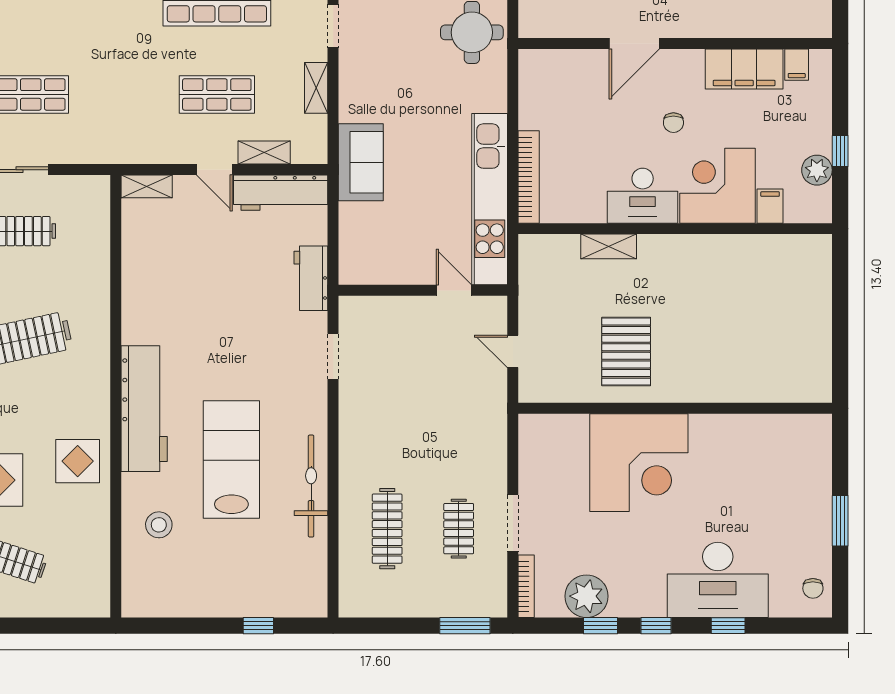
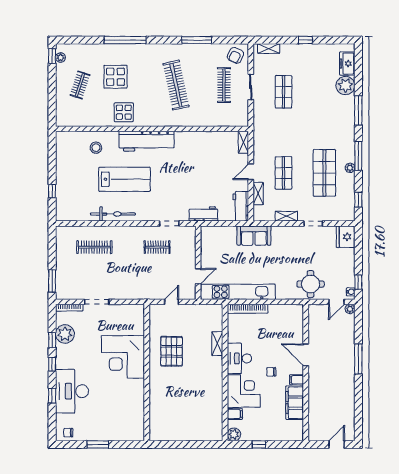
filing cabinet: (797, 65) -> (297, 380), moved
plant: (817, 170) -> (234, 434), moved
workbench: (281, 193) -> (241, 206), width x0.73
pallet: (626, 352) -> (171, 351), turned 90
clothes rail: (459, 529) -> (157, 247), moved

